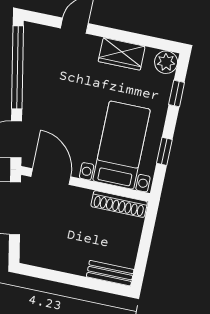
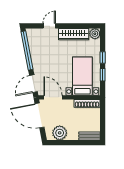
wardrobe: (122, 54) -> (74, 34), width x1.50
window: (177, 93) -> (103, 58), moved
plant: (49, 253) -> (60, 133), added

